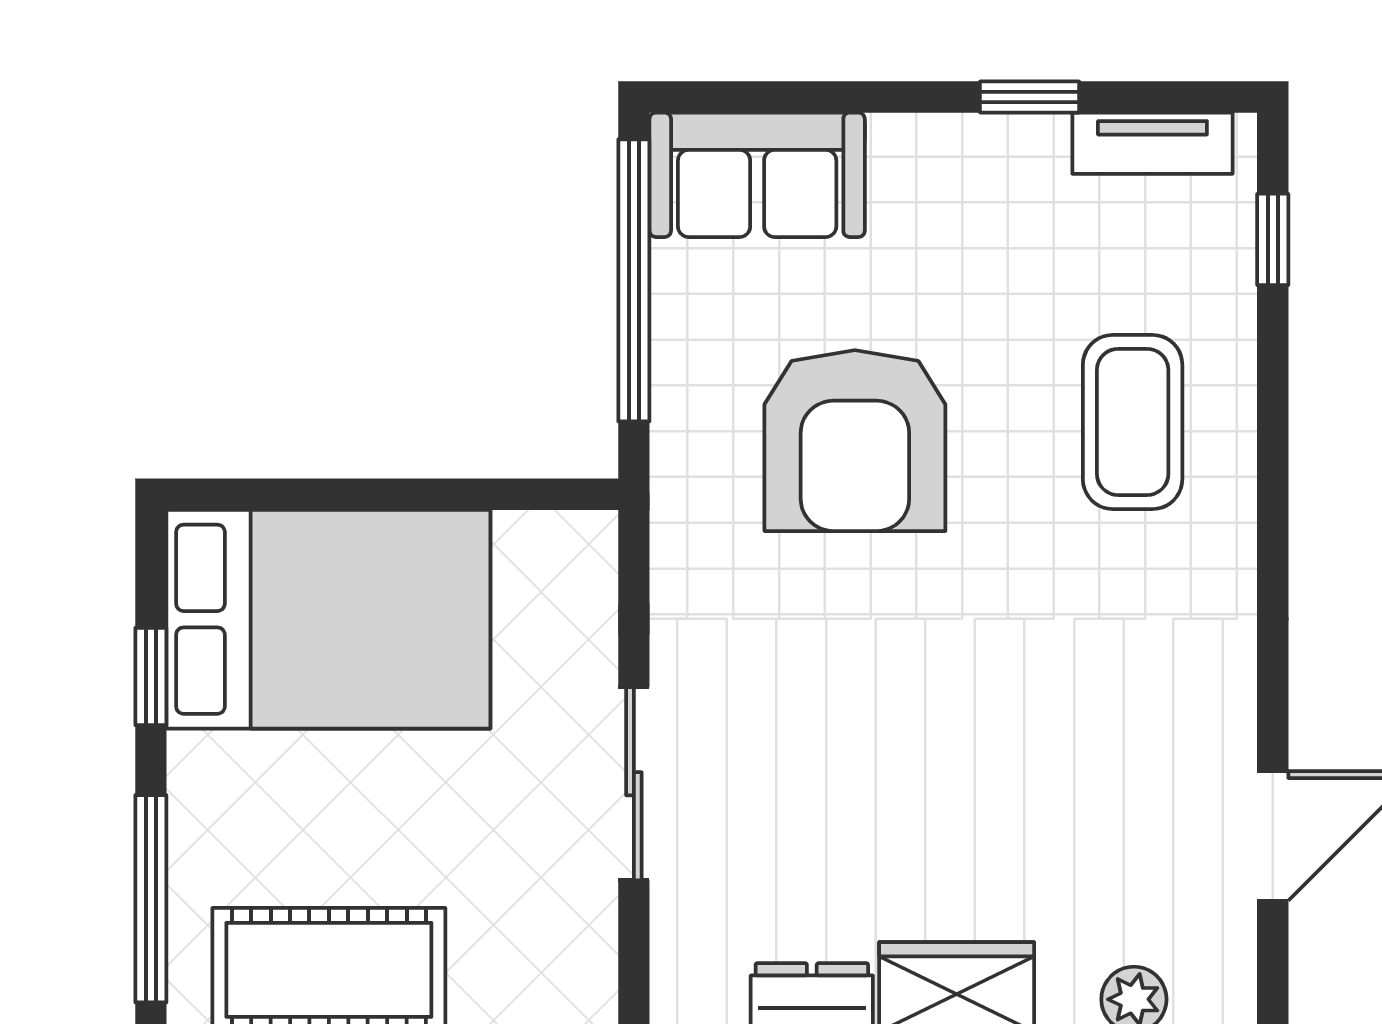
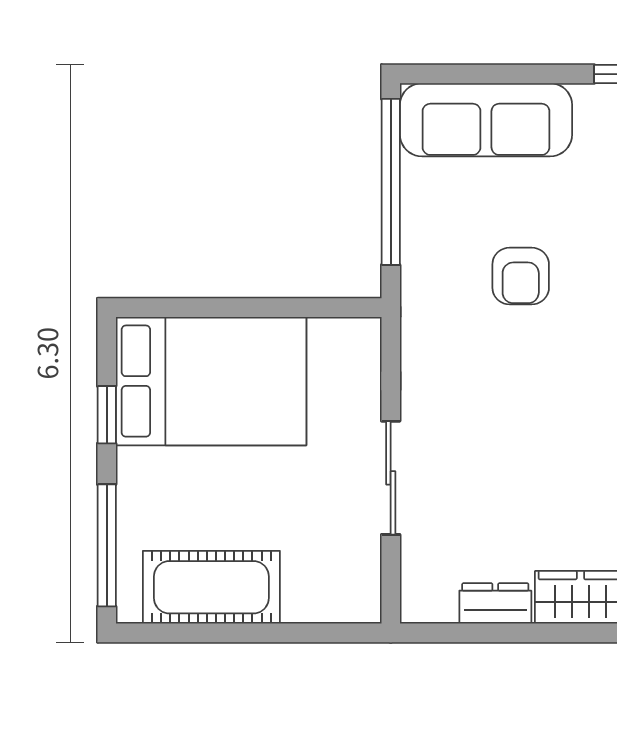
sofa: (757, 175) -> (486, 120), width x1.36
armchair: (855, 441) -> (521, 276), width x0.53, depth x0.53

